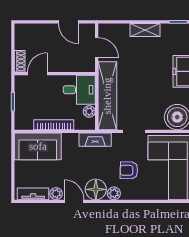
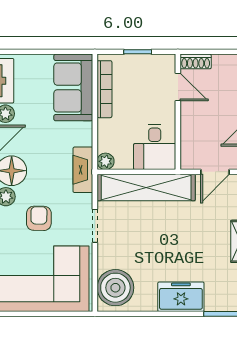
plant: (89, 111) -> (106, 161), moved
bookcase: (54, 125) -> (104, 89), moved

